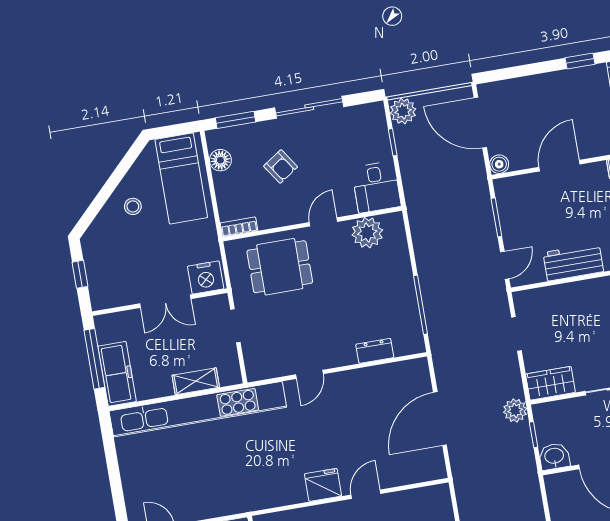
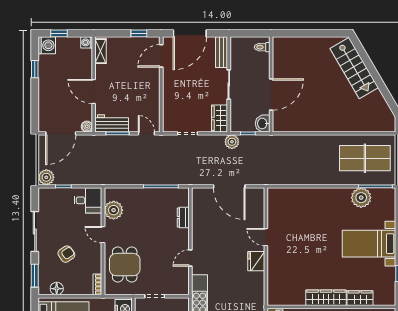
workbench: (573, 262) -> (112, 123), moved, turned 90
door: (309, 374) -> (190, 258), swing flipped

